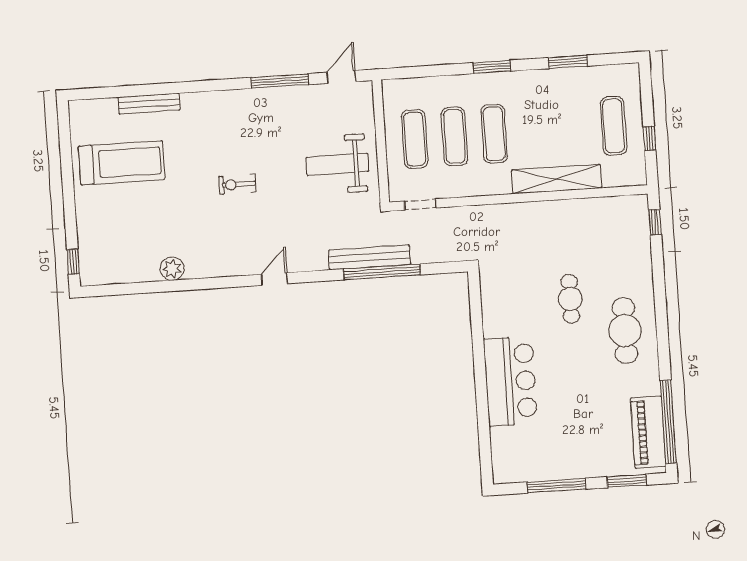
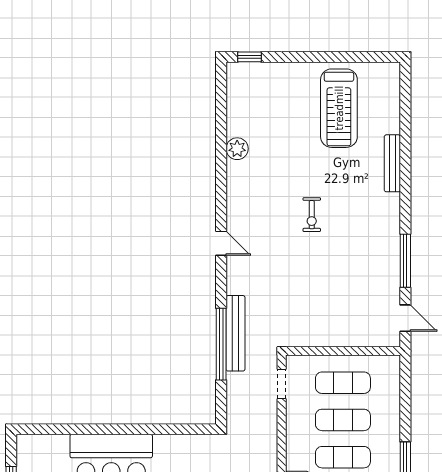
bench: (149, 104) -> (392, 163), moved
weight bench: (337, 164) -> (324, 309), removed
exercise bike: (237, 184) -> (312, 215), turned 180

